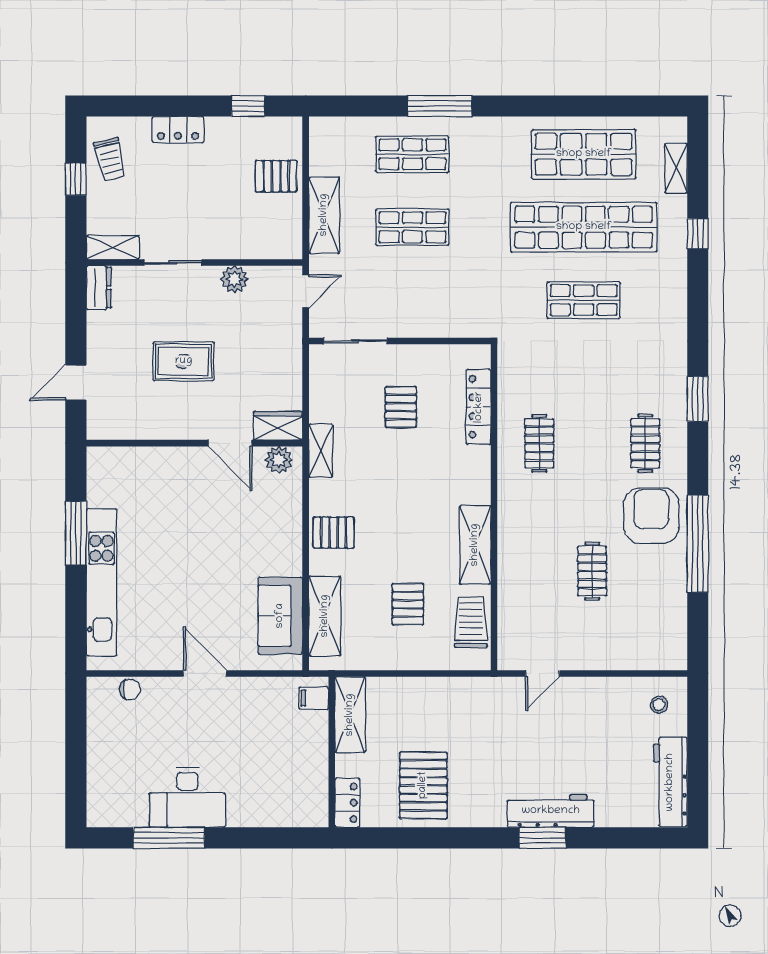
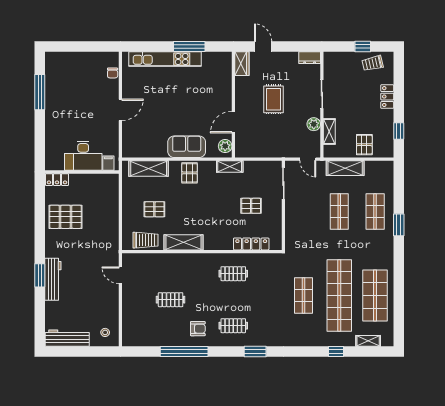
window: (440, 106) -> (399, 225), width x0.69
shelving: (113, 247) -> (329, 132), moved
wardrobe: (278, 426) -> (242, 64), moved
armchair: (651, 516) -> (198, 329), width x0.53, depth x0.53
sofa: (280, 616) -> (187, 147), moved
shelving: (350, 715) -> (100, 181), removed
desk: (187, 798) -> (83, 156), moved, turned -90

